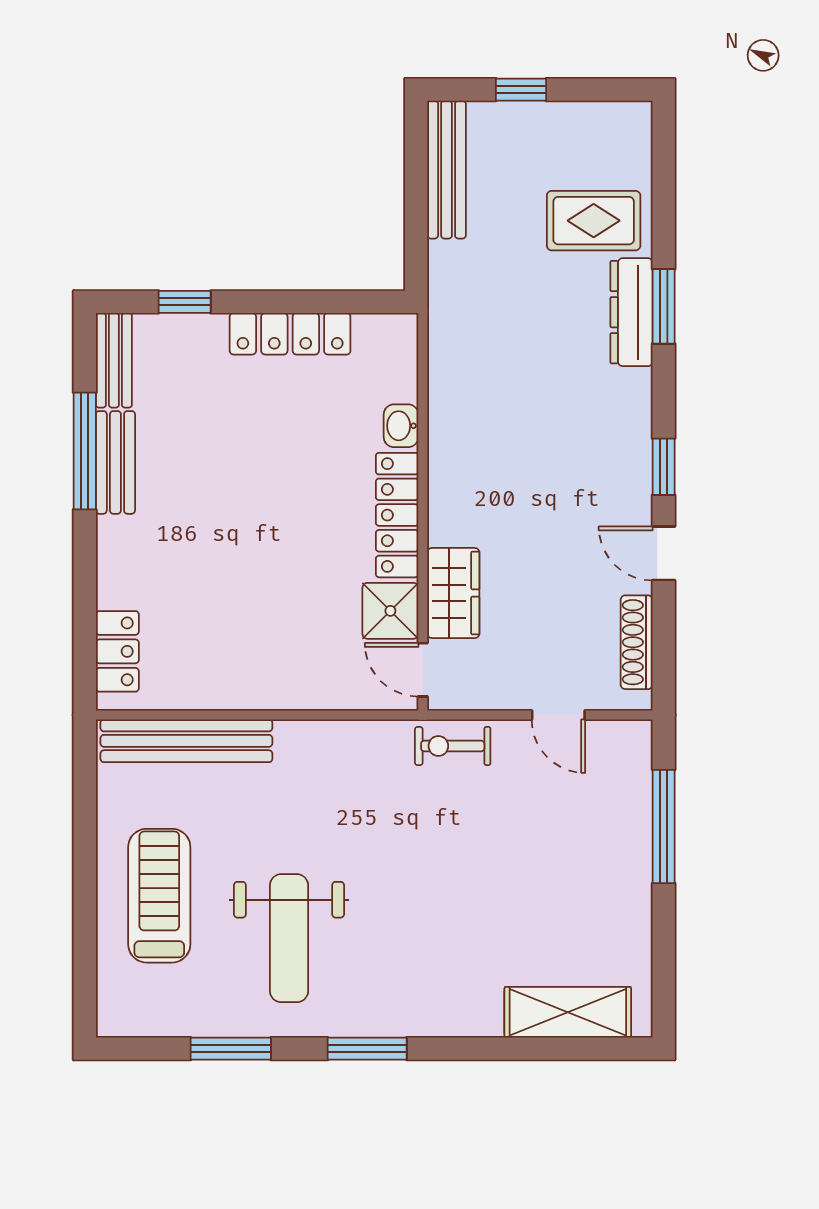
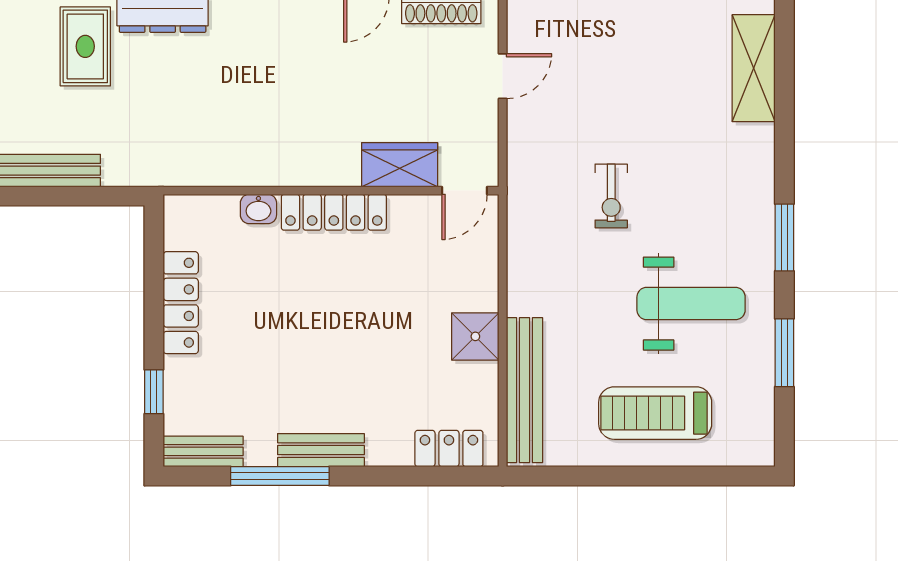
bench: (115, 462) -> (321, 450), moved
shower: (390, 611) -> (475, 336), moved
exercise bike: (453, 746) -> (611, 196), moved

